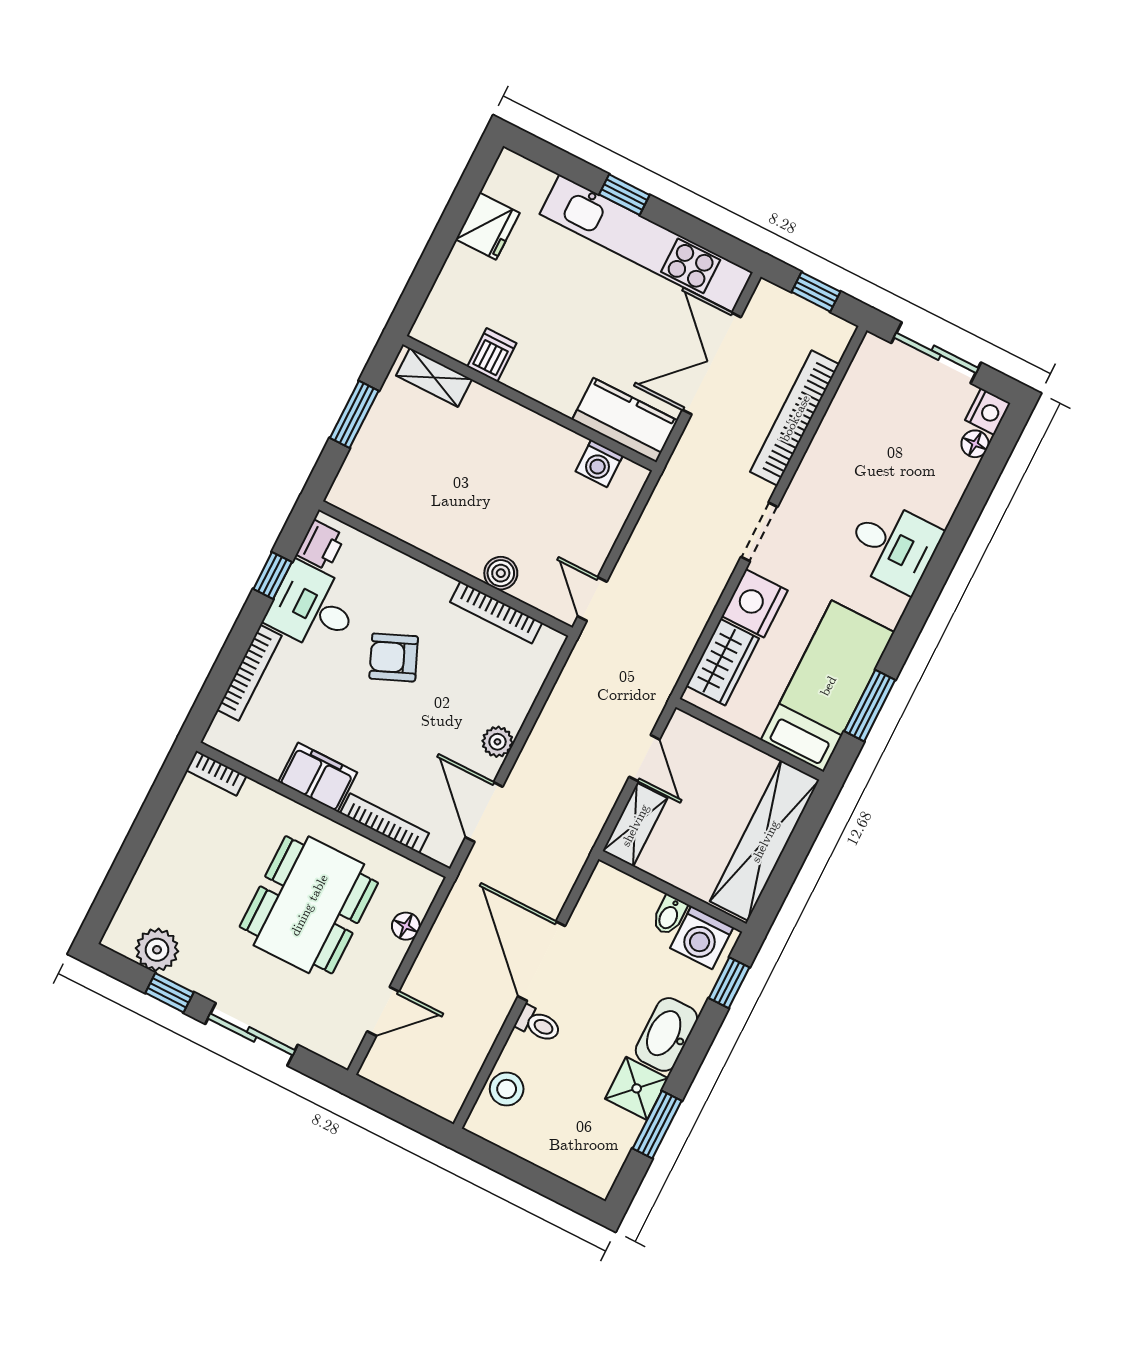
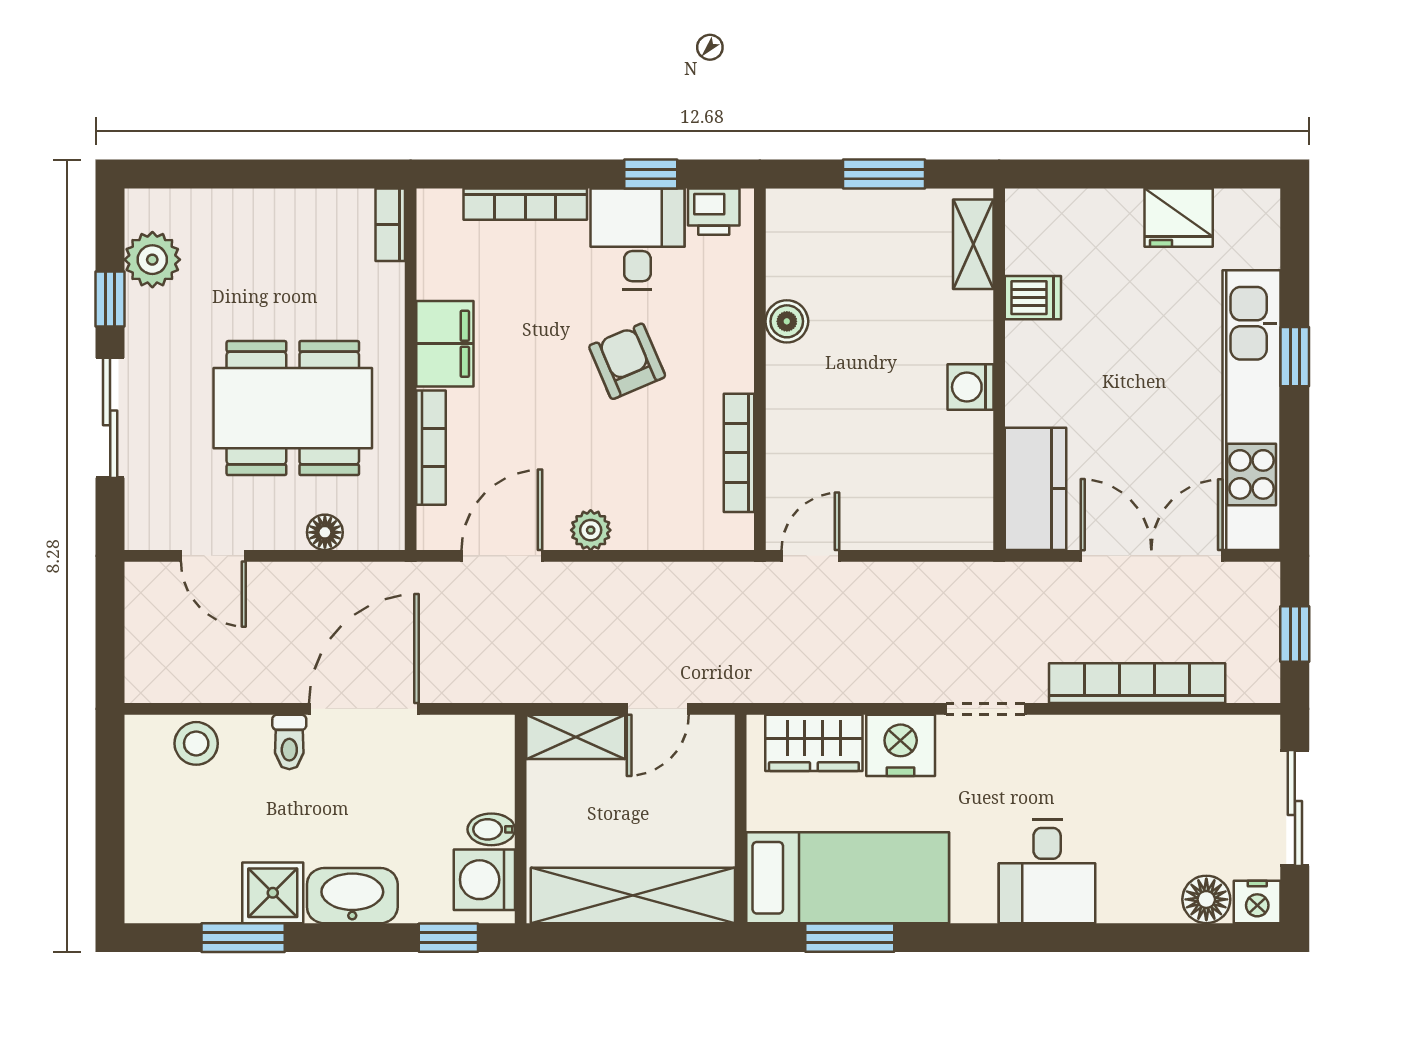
floor lamp: (975, 444) -> (1206, 899), width x1.37, depth x1.37
washing machine: (599, 463) -> (971, 387), moved
boiler: (501, 573) -> (787, 321), moved

